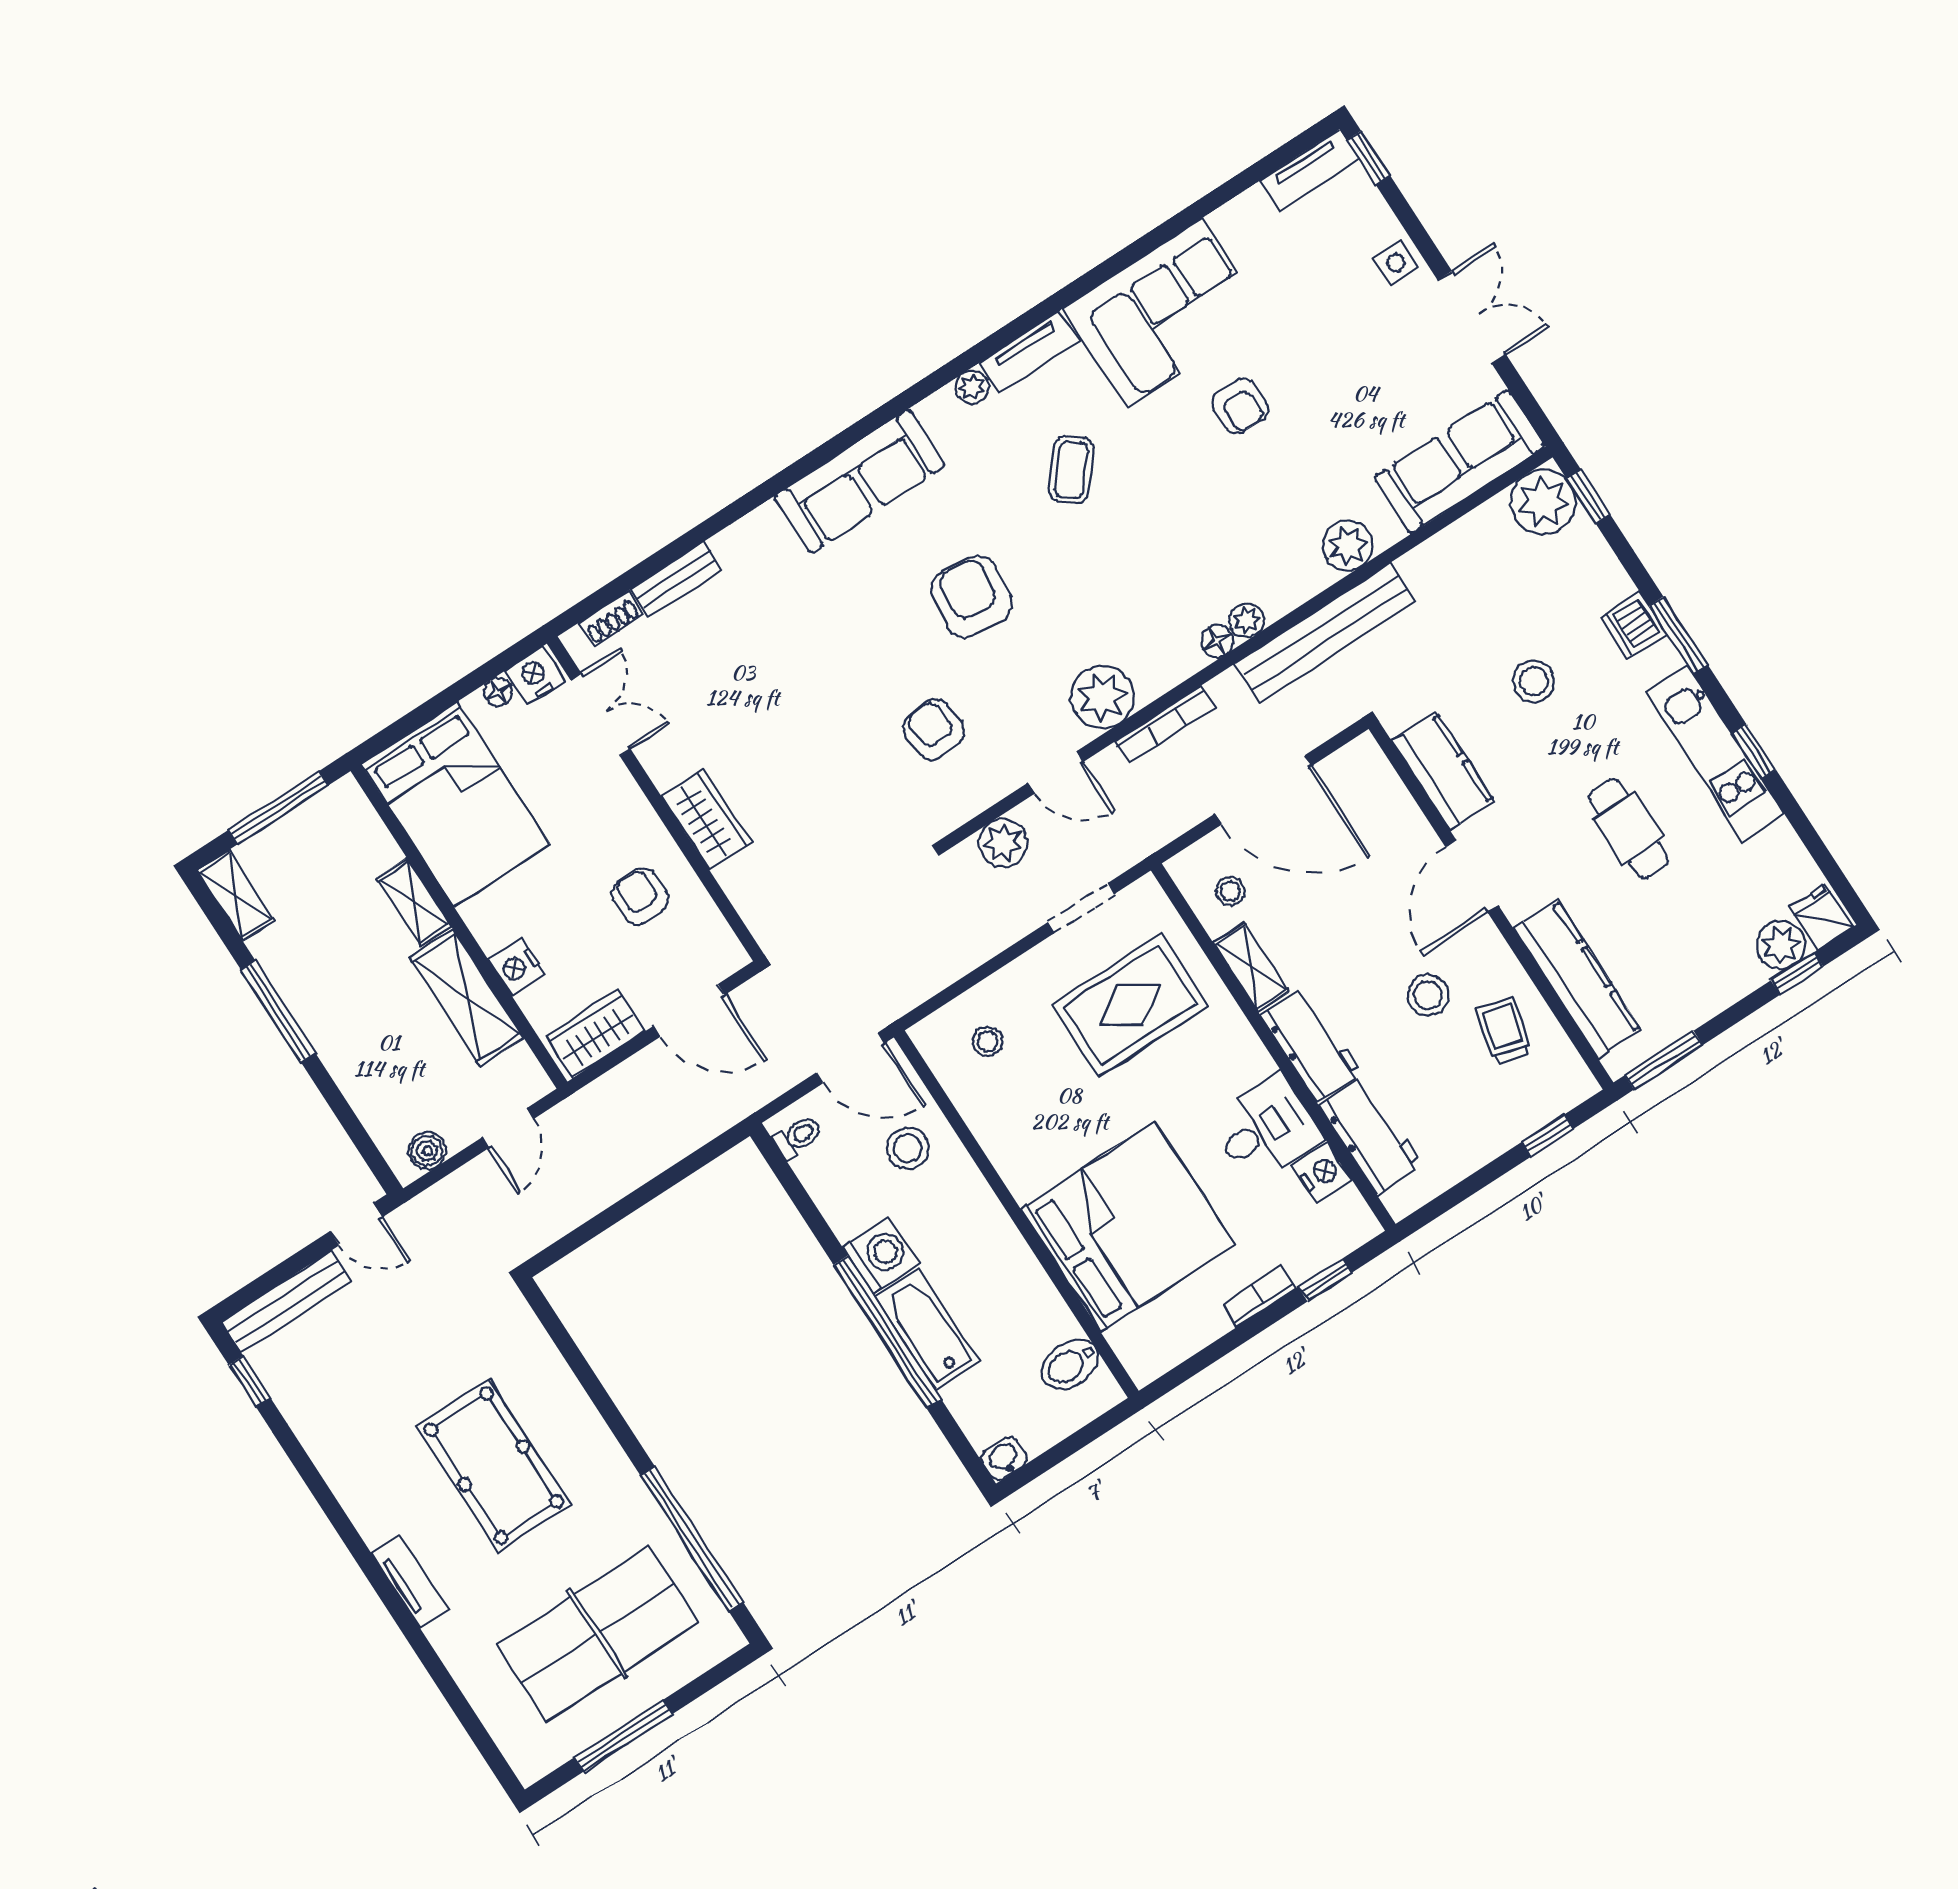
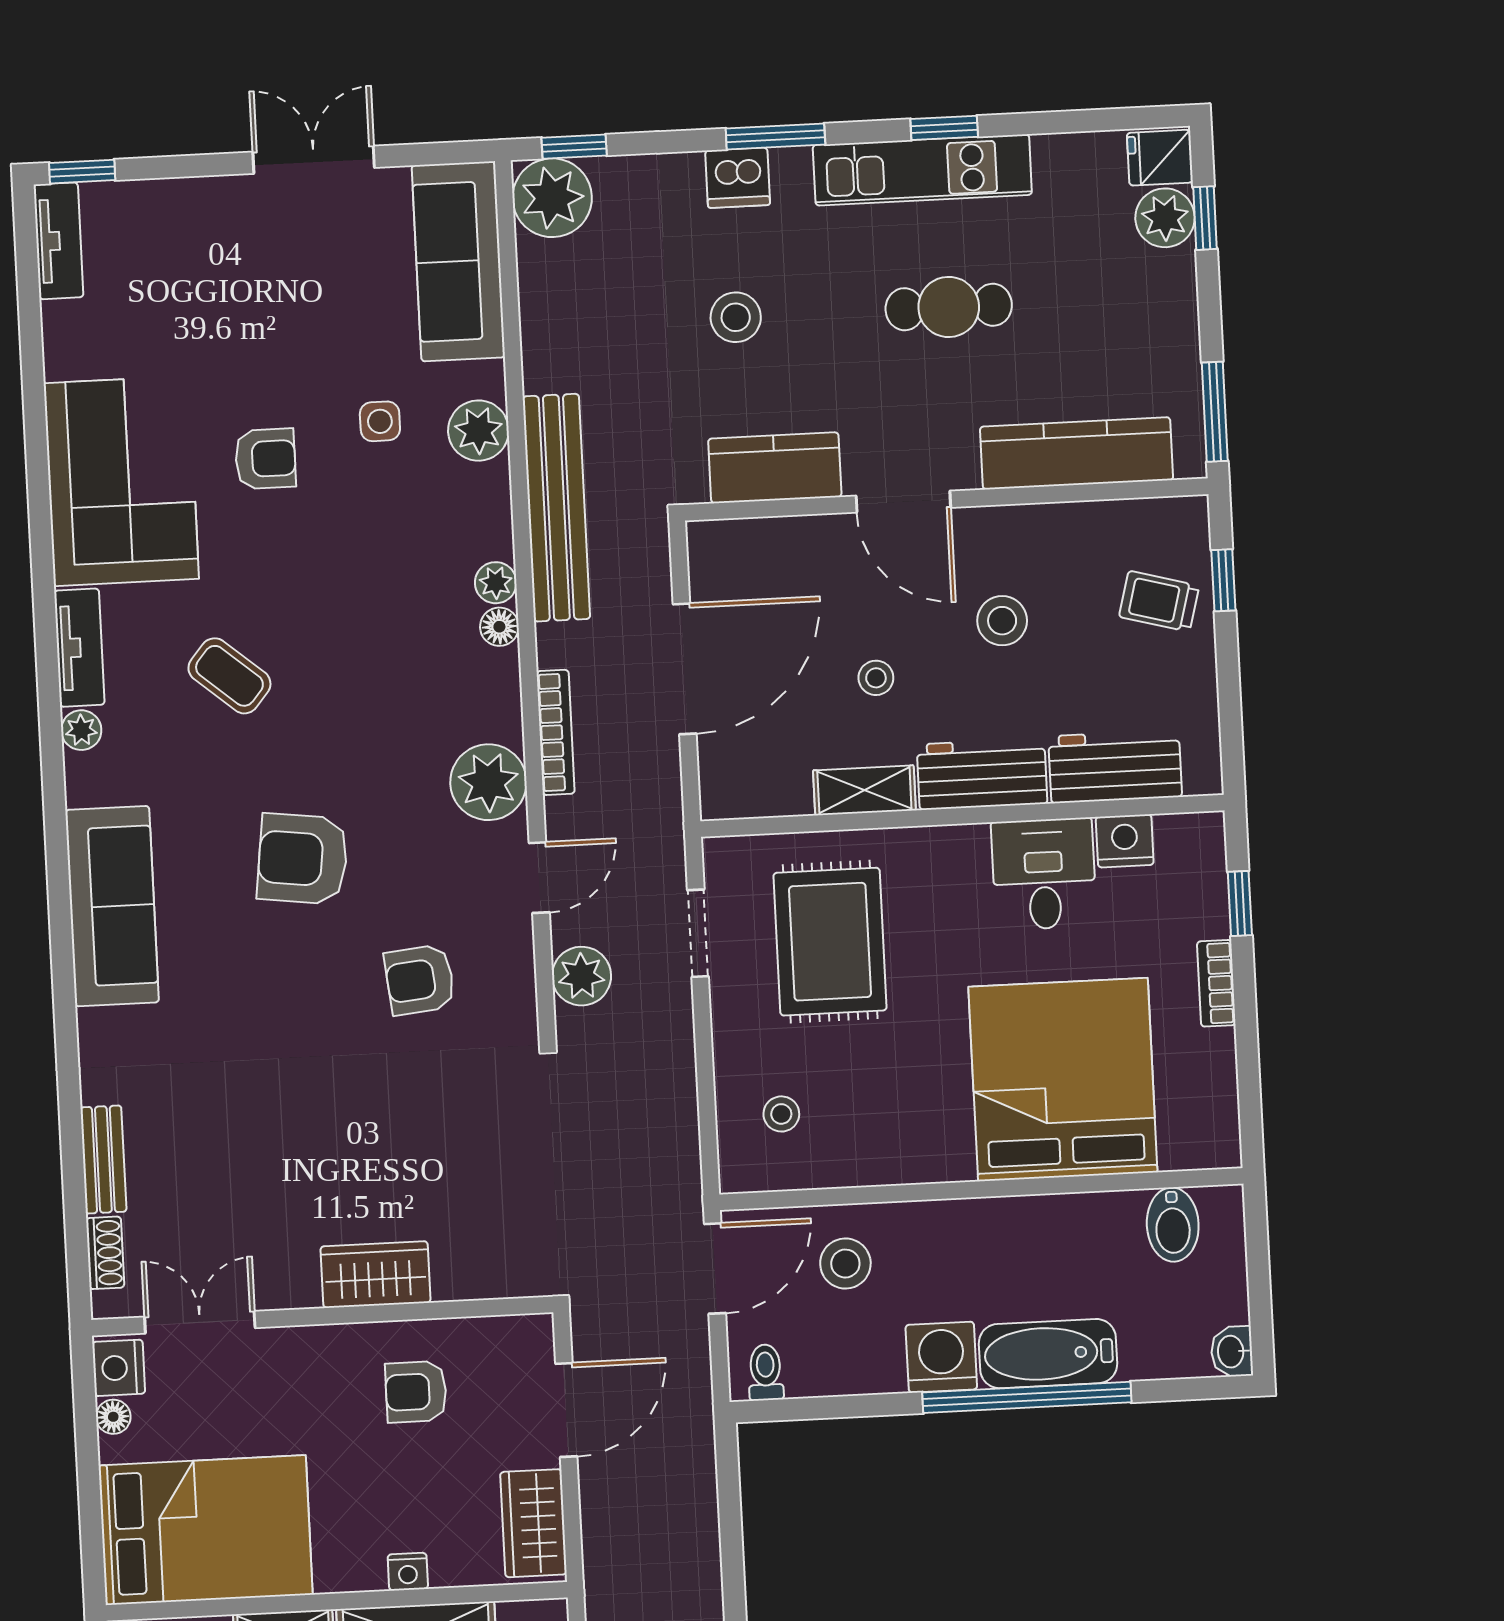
side table: (1396, 263) -> (380, 421), moved
stool: (1230, 891) -> (876, 678), moved
nightstand: (517, 967) -> (408, 1572), width x0.72, depth x0.74
trolley: (1504, 1031) -> (1159, 601), moved

